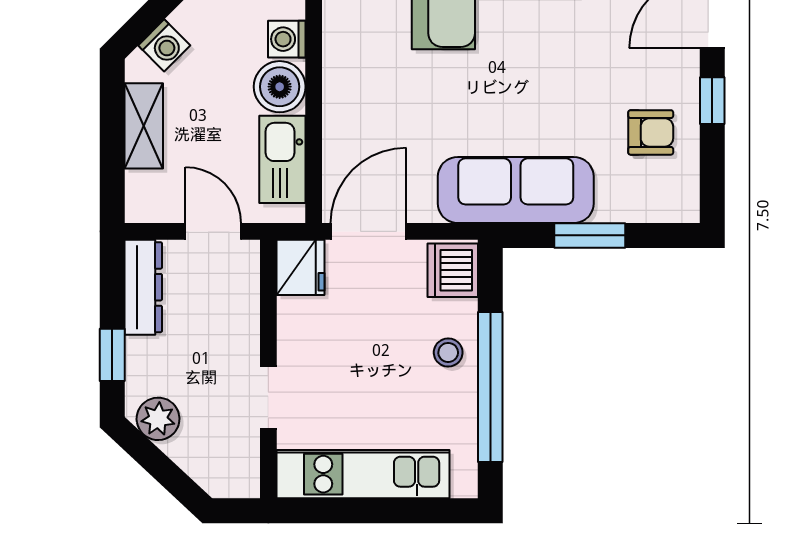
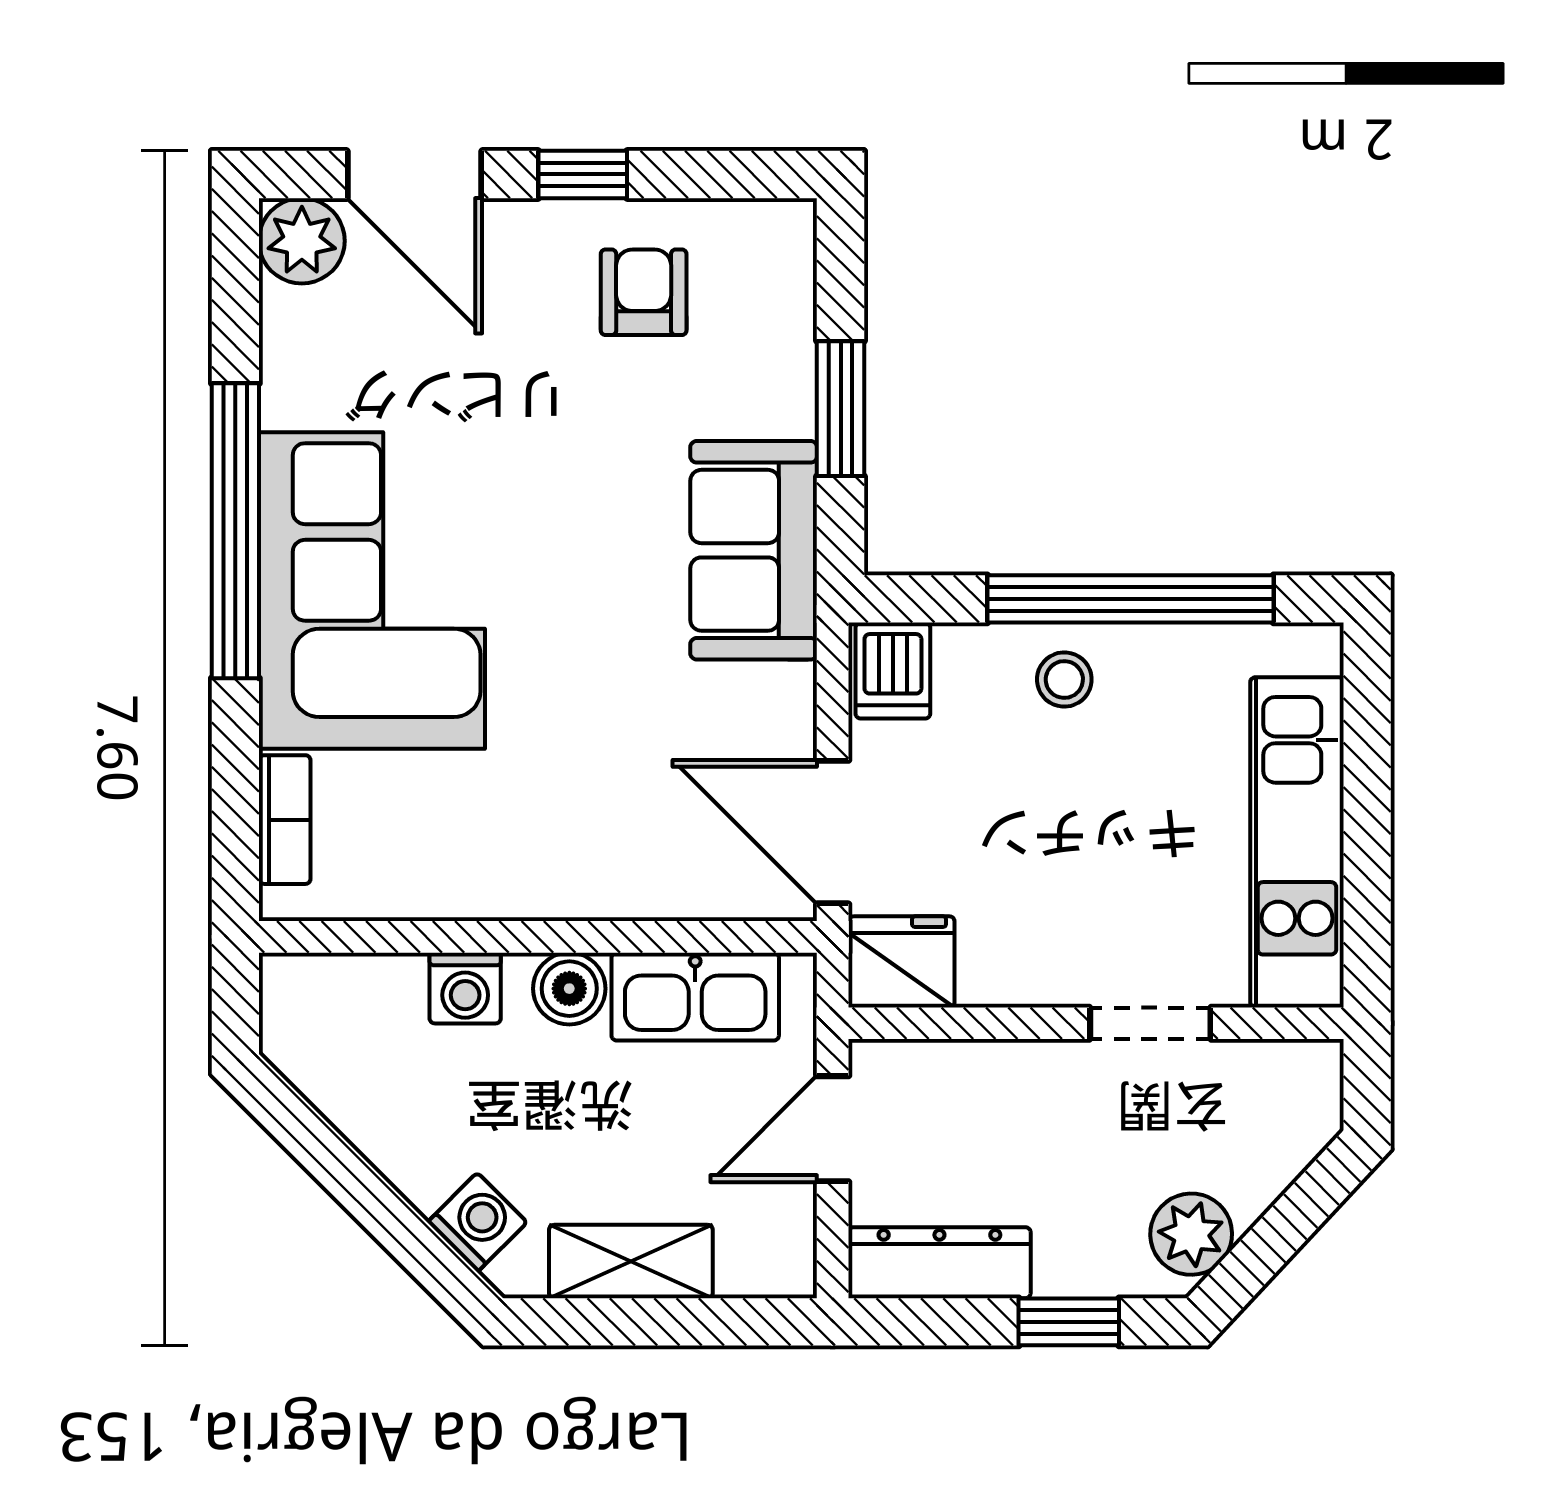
boiler: (280, 87) -> (569, 989), width x0.73, depth x0.73
sofa: (516, 190) -> (754, 550), width x0.73
dishwasher: (453, 270) -> (893, 671), width x0.73

